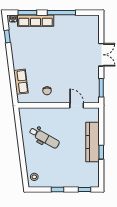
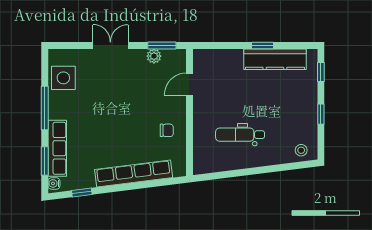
side table: (81, 25) -> (63, 78), added
row of seats: (21, 82) -> (134, 174), width x2.02
plant: (95, 83) -> (154, 56), added
dental chair: (44, 138) -> (240, 135), turned -119
kitchen counter: (93, 142) -> (275, 59), moved

